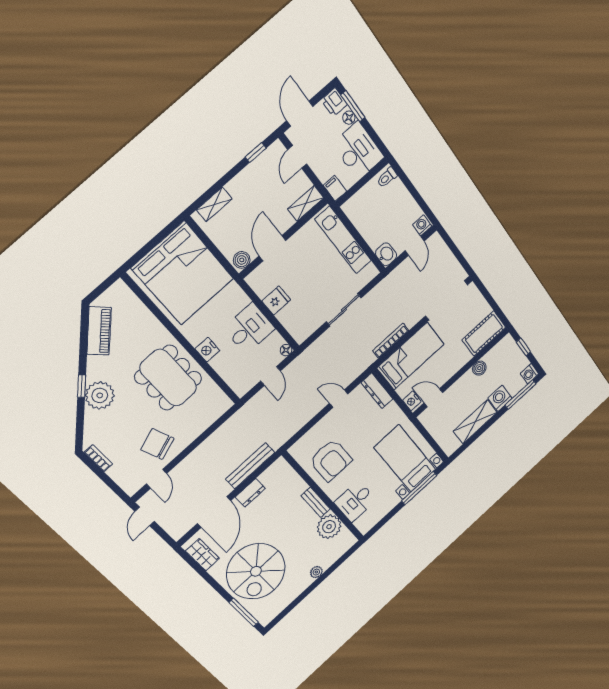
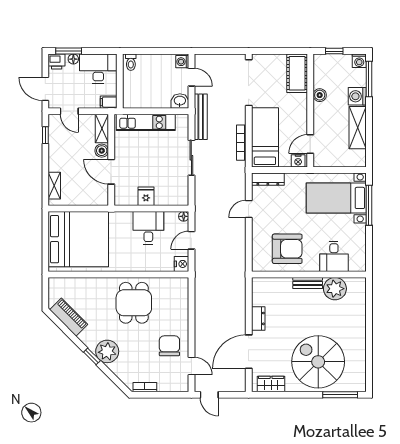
boiler: (242, 260) -> (102, 151), moved
nightstand: (207, 350) -> (182, 264), moved, turned -90
door: (270, 376) -> (191, 240), swing flipped
dining table: (168, 378) -> (134, 303), width x0.73
chair: (157, 444) -> (169, 346), turned 110
bench: (250, 466) -> (201, 117), moved
door: (214, 512) -> (249, 352), swing flipped
spiral stairs: (256, 571) -> (318, 362), turned 180
plant: (316, 572) -> (360, 324), removed

